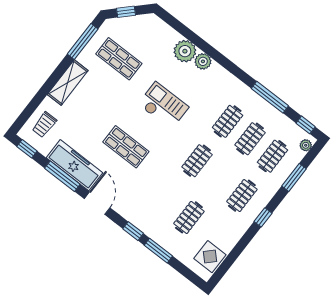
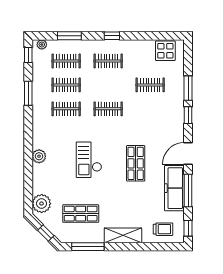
plant: (185, 51) -> (42, 204), moved
shop shelf: (119, 59) -> (81, 214), turned 90
window: (270, 97) -> (28, 93), width x0.69

